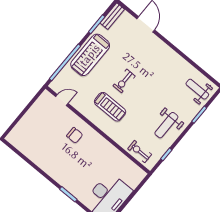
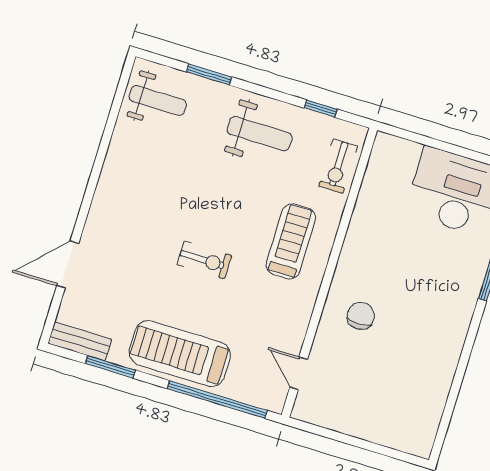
treadmill: (90, 55) -> (180, 354), turned 180
weight bench: (197, 89) -> (158, 101), turned -90
treadmill: (110, 107) -> (291, 241), moved

